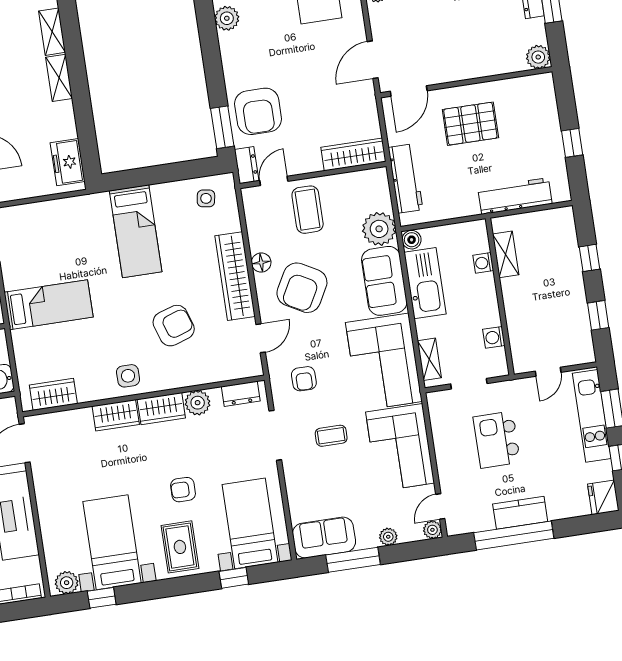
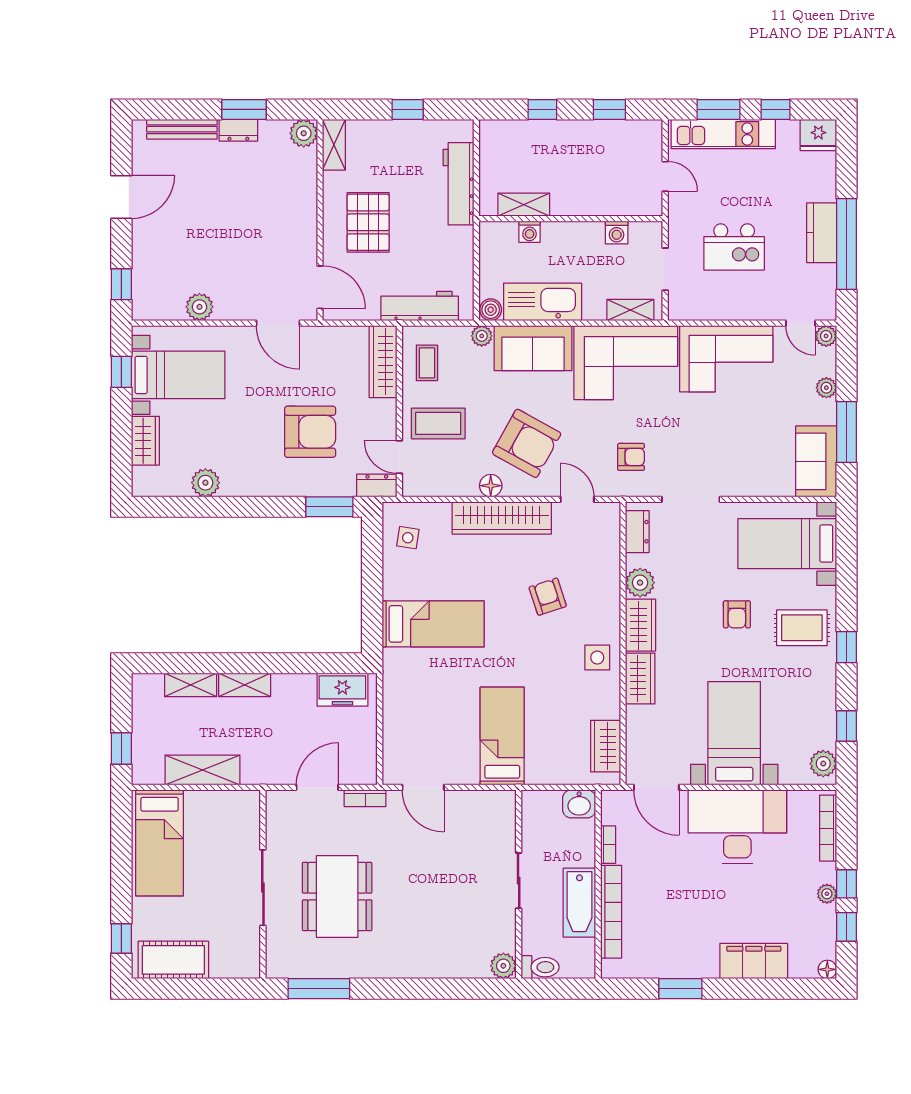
shelving: (532, 84) -> (334, 145), added
armchair: (258, 111) -> (310, 432), moved
plant: (379, 229) -> (482, 336), width x0.53, depth x0.53
armchair: (174, 326) -> (548, 597), width x0.72, depth x0.72
coffee table: (331, 436) -> (427, 363), moved
bed with nightstands: (112, 542) -> (734, 733), moved, turned 90
window: (234, 578) -> (847, 647), moved

